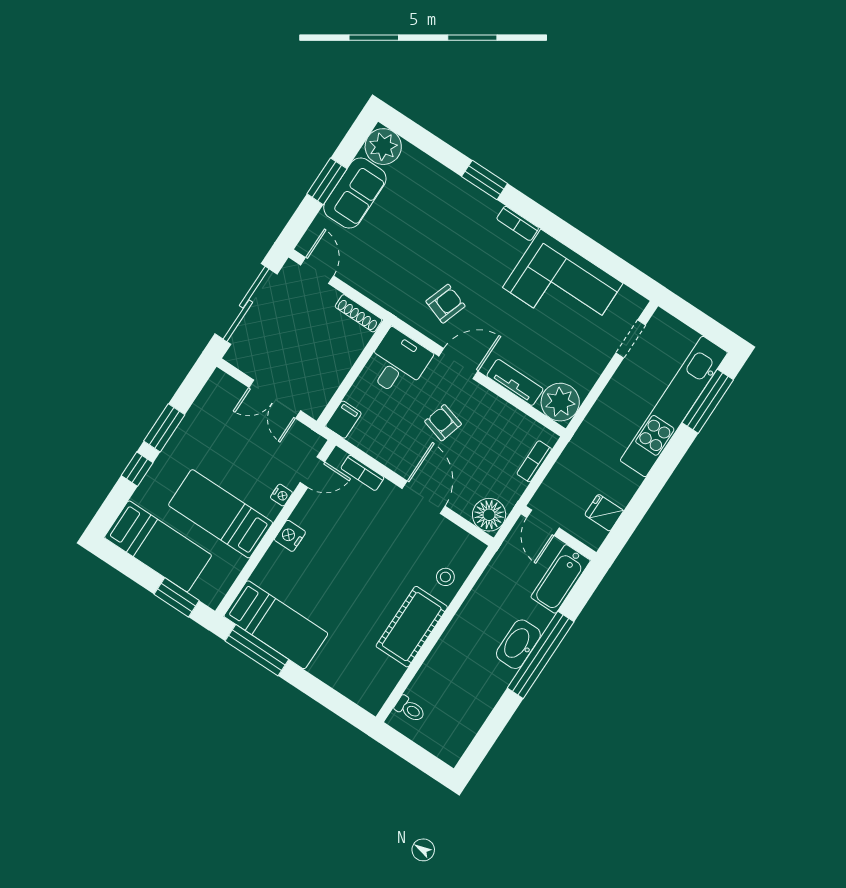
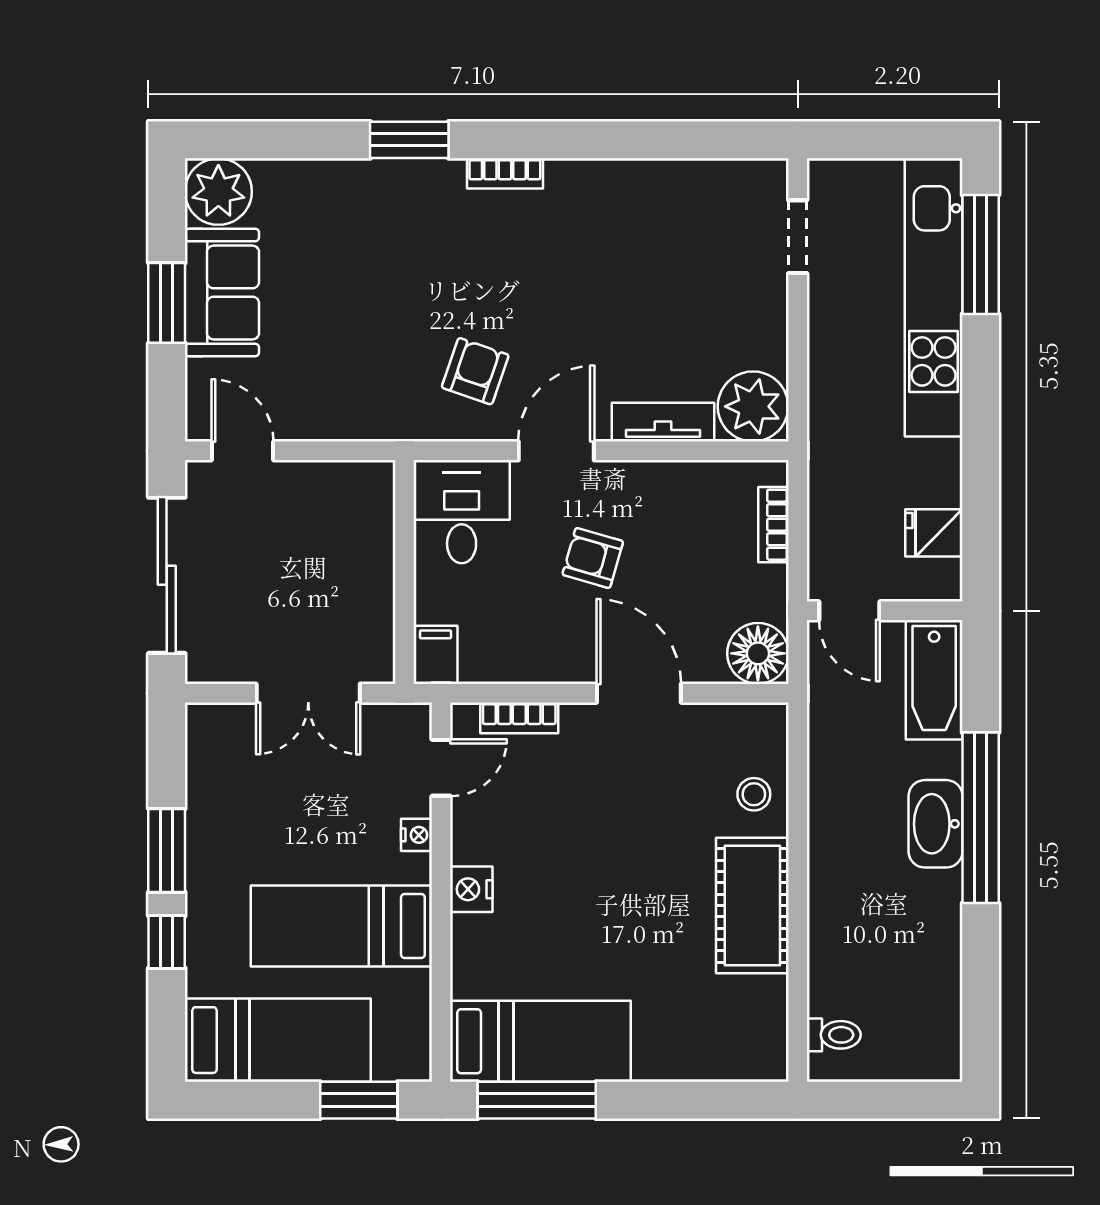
corner sofa: (563, 285) -> (638, 223), removed
shoe rack: (358, 313) -> (350, 475), removed

